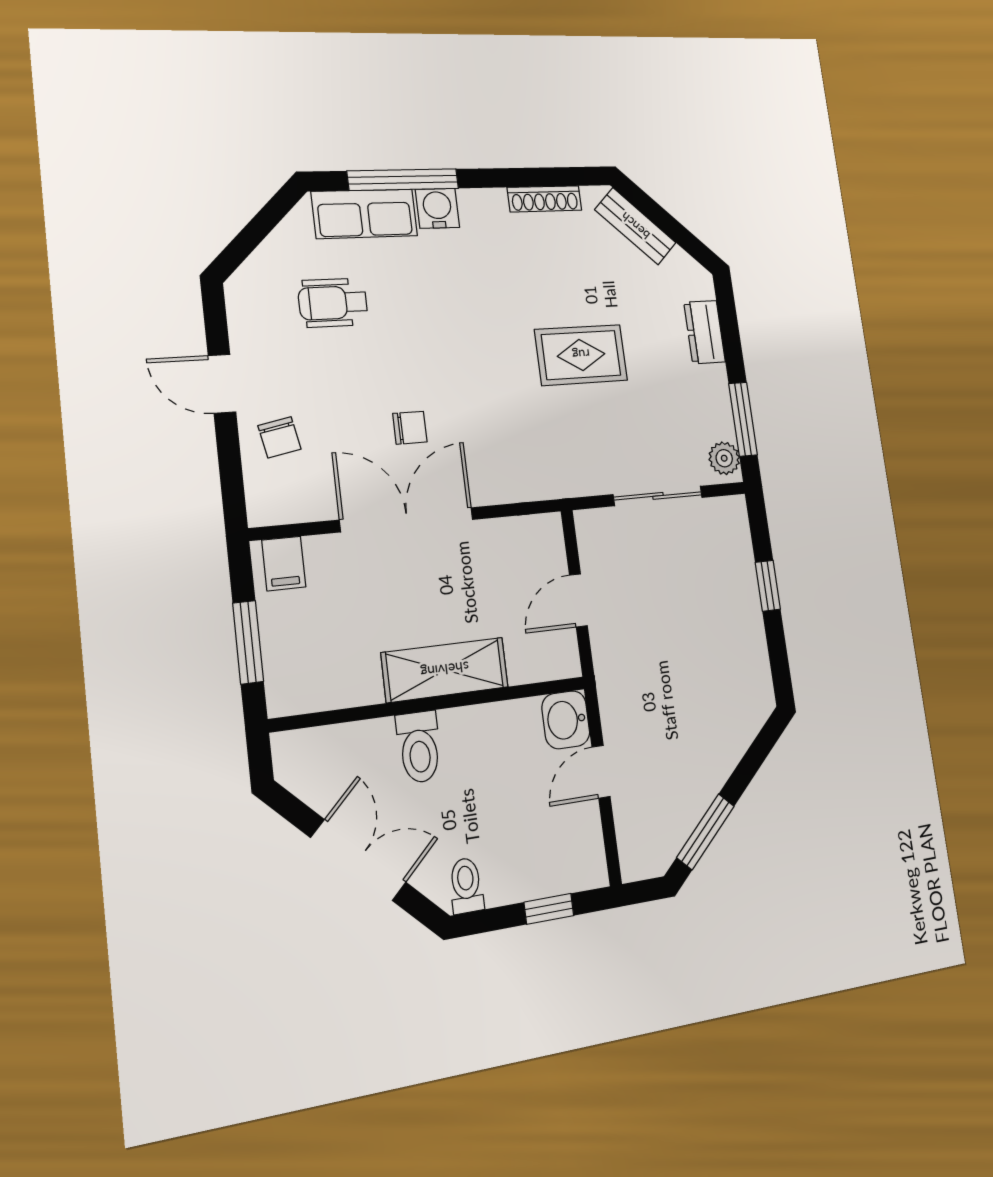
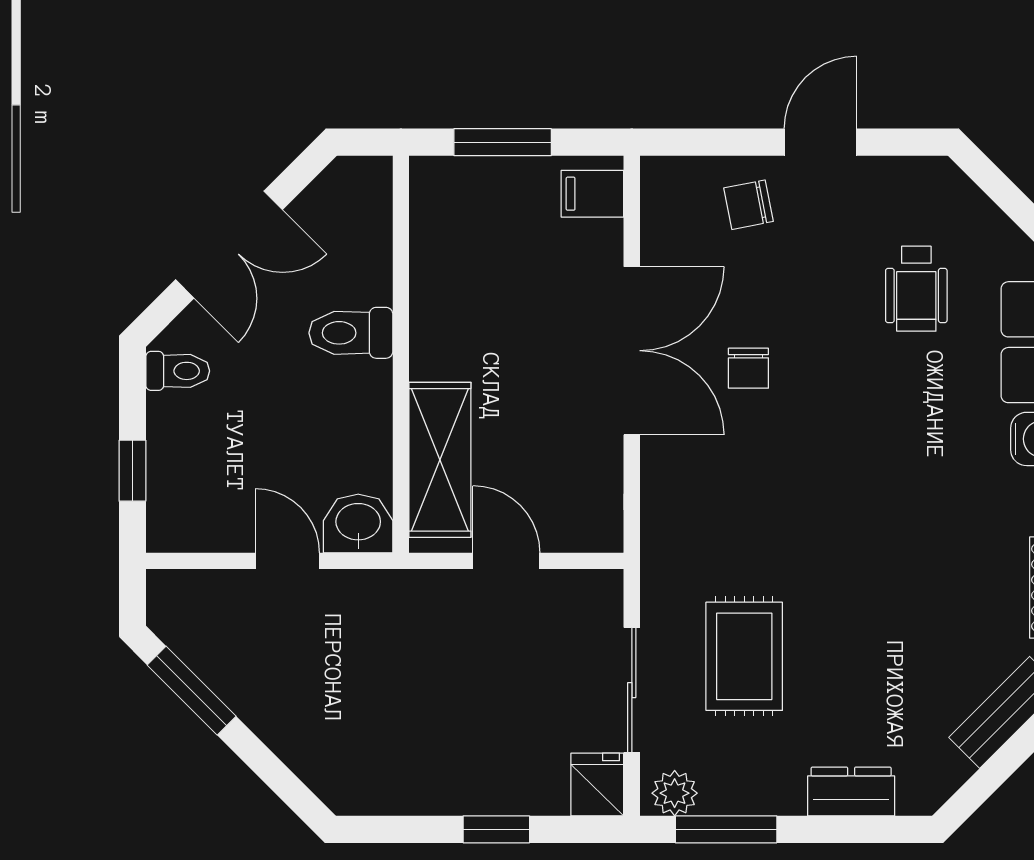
wheelchair: (333, 303) -> (916, 289), turned 180
rug: (581, 355) -> (744, 656), moved
fridge: (727, 515) -> (597, 785), added
shelving: (445, 670) -> (440, 460), moved

